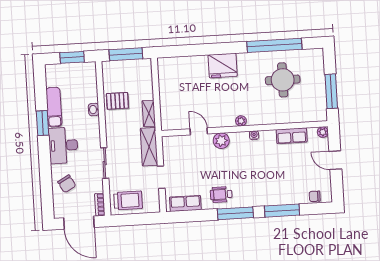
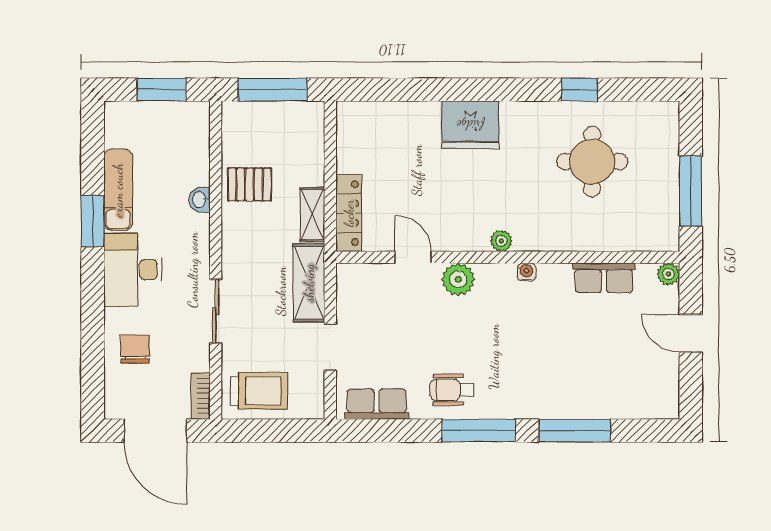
window: (274, 45) -> (579, 90), width x0.32
locker: (166, 112) -> (349, 213), added
chair: (67, 184) -> (135, 349), turned -151
chair: (315, 196) -> (644, 405), removed

